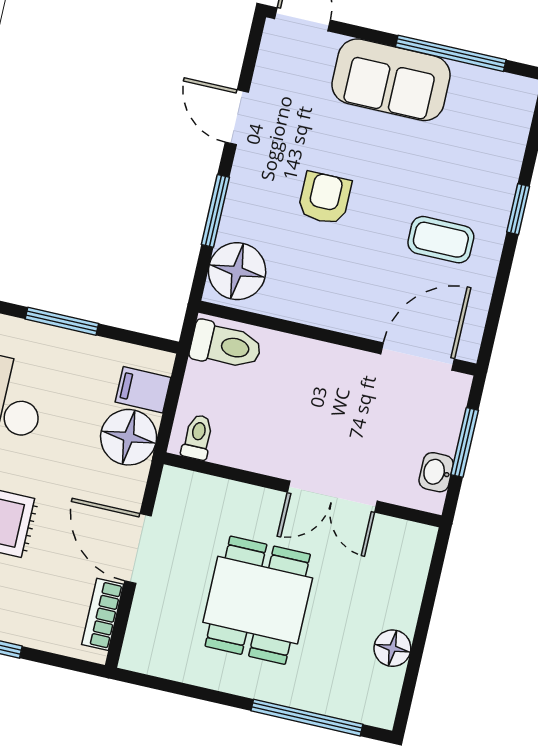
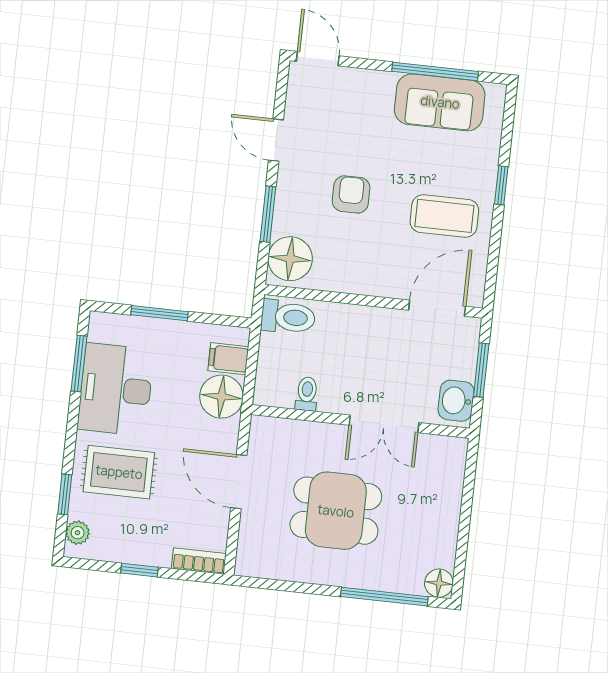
sofa: (391, 80) -> (440, 102), moved
coffee table: (441, 240) -> (444, 216), width x1.36, depth x1.30
toilet: (198, 437) -> (307, 394), moved
washbasin: (436, 472) -> (456, 401), width x1.38, depth x1.45
dining table: (258, 600) -> (336, 511), turned 90
bookcase: (103, 614) -> (199, 561), moved, turned 90
floor lamp: (392, 648) -> (439, 583), moved

